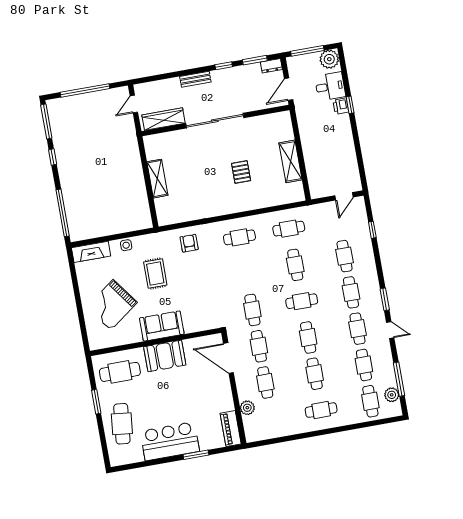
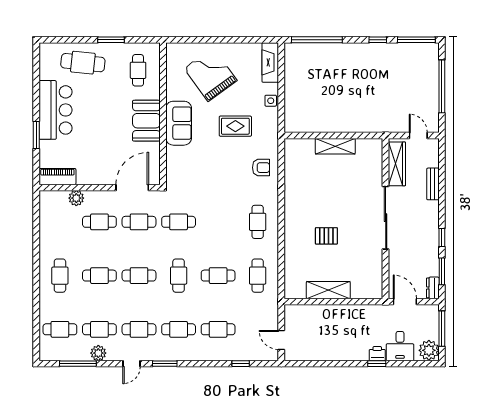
bench: (195, 79) -> (433, 184), moved
cafe table: (120, 372) -> (138, 70), width x0.73, depth x0.74
plant: (392, 395) -> (98, 353), moved

